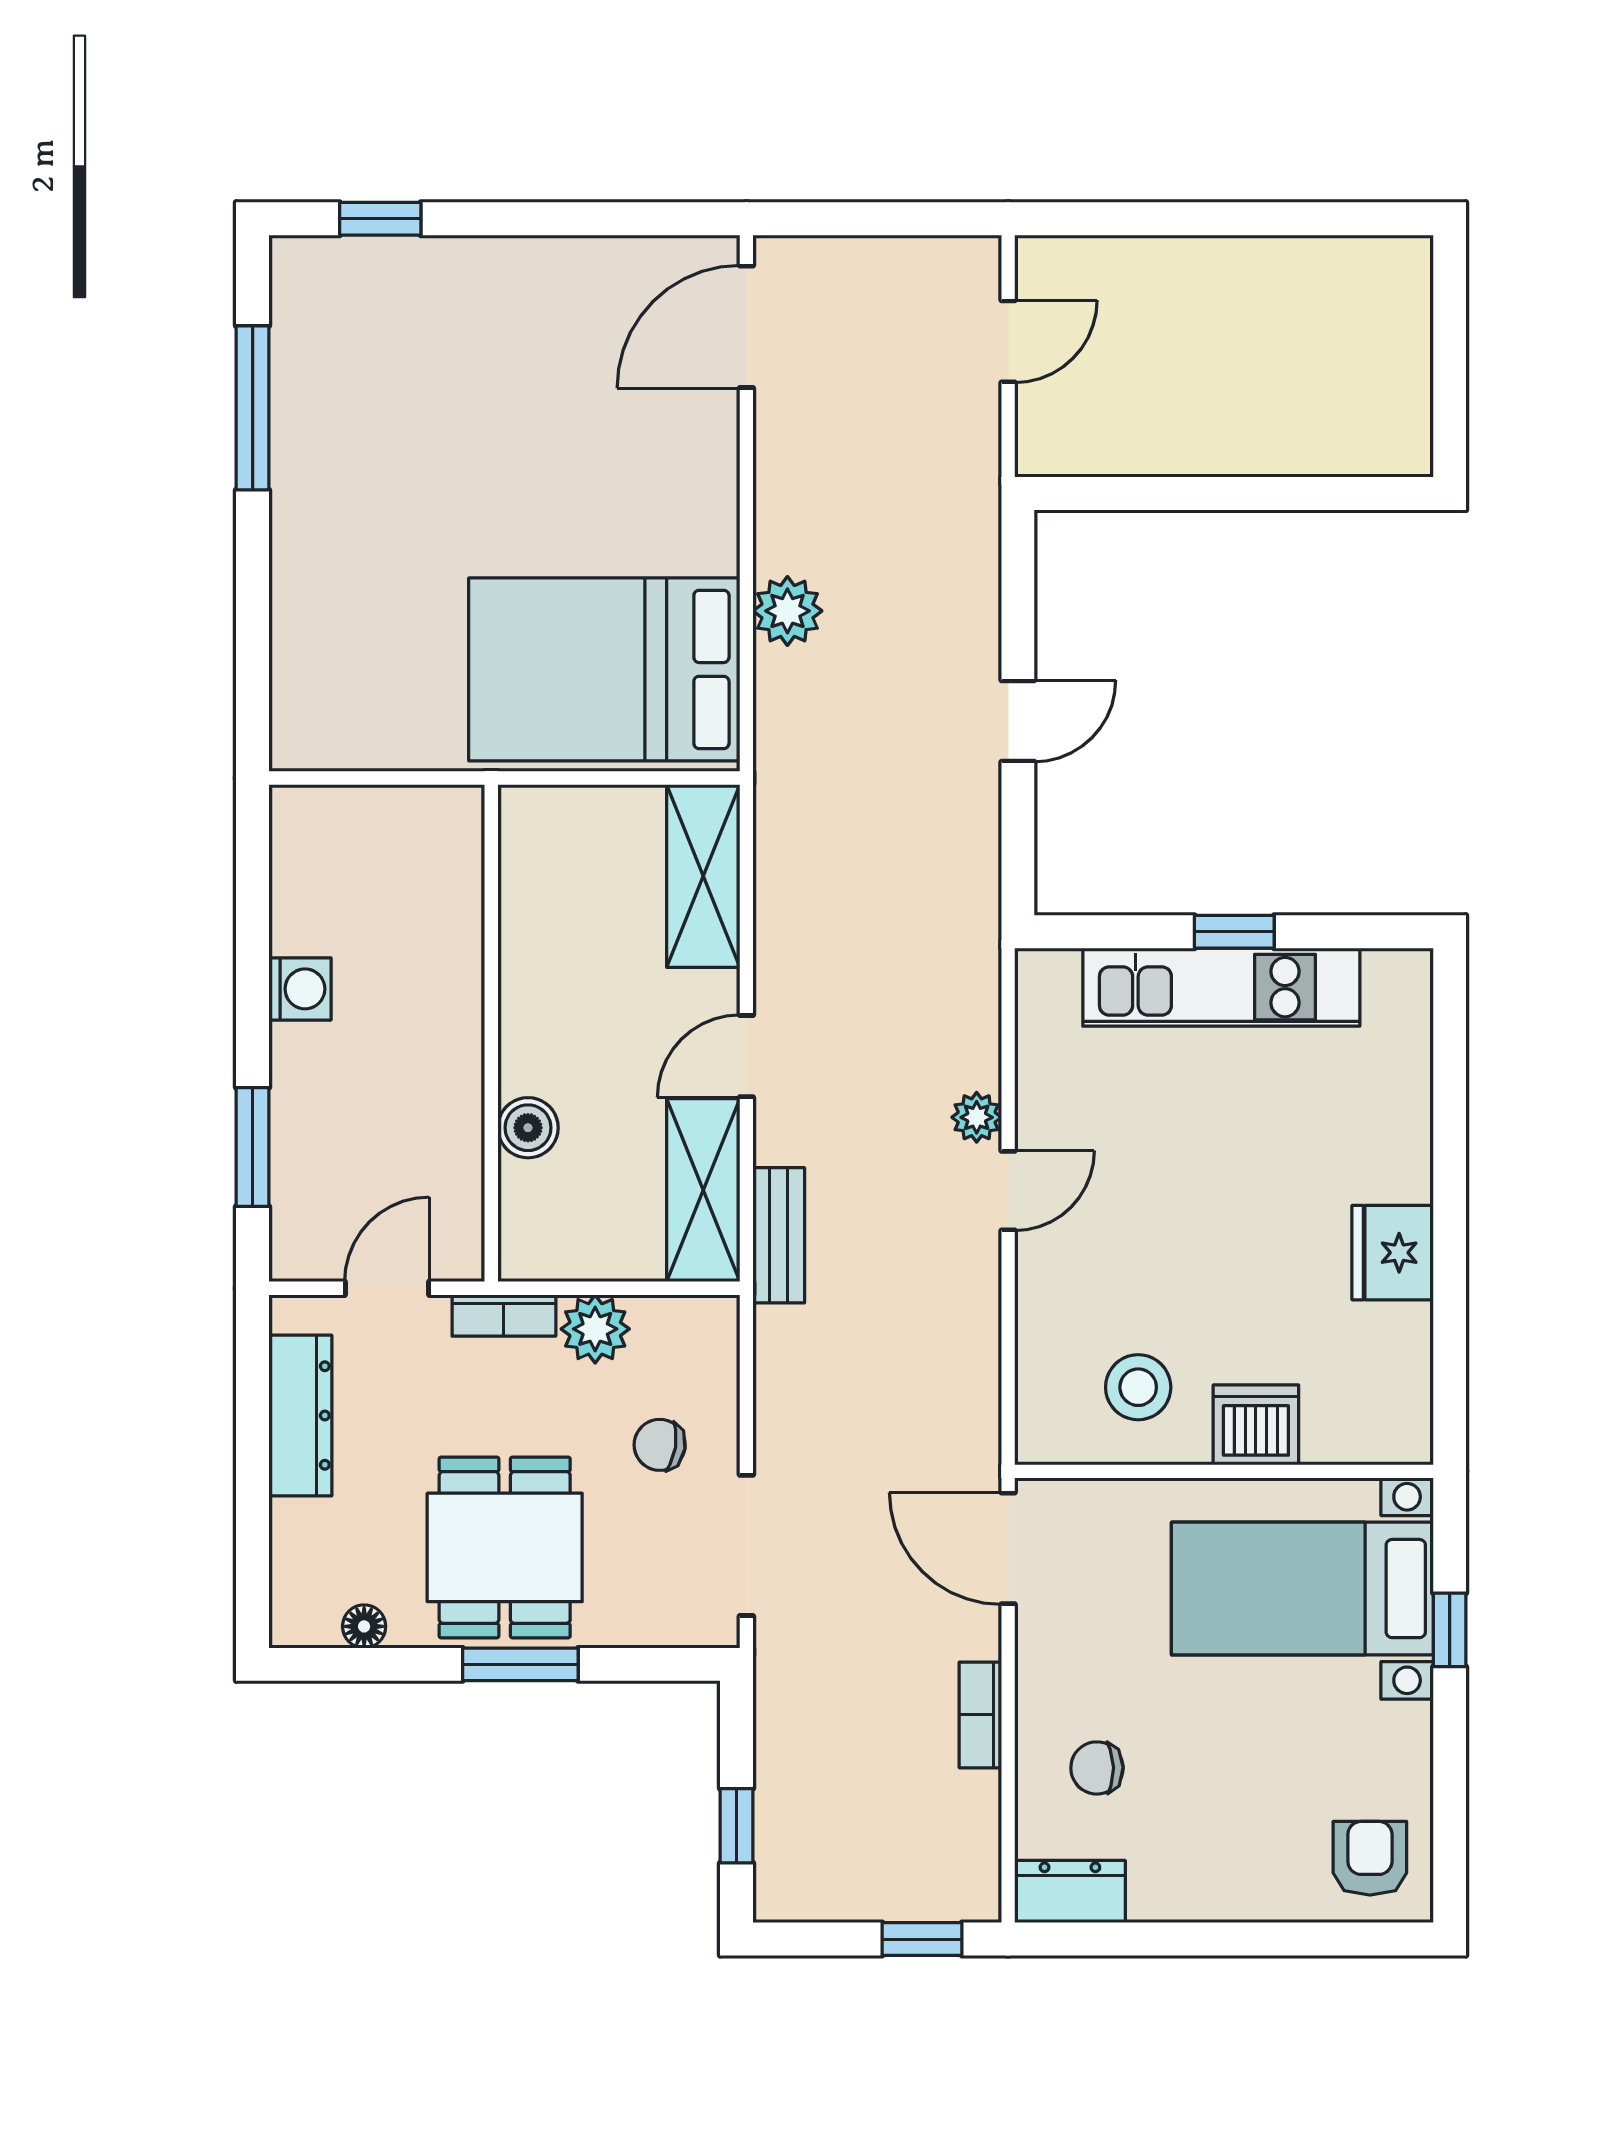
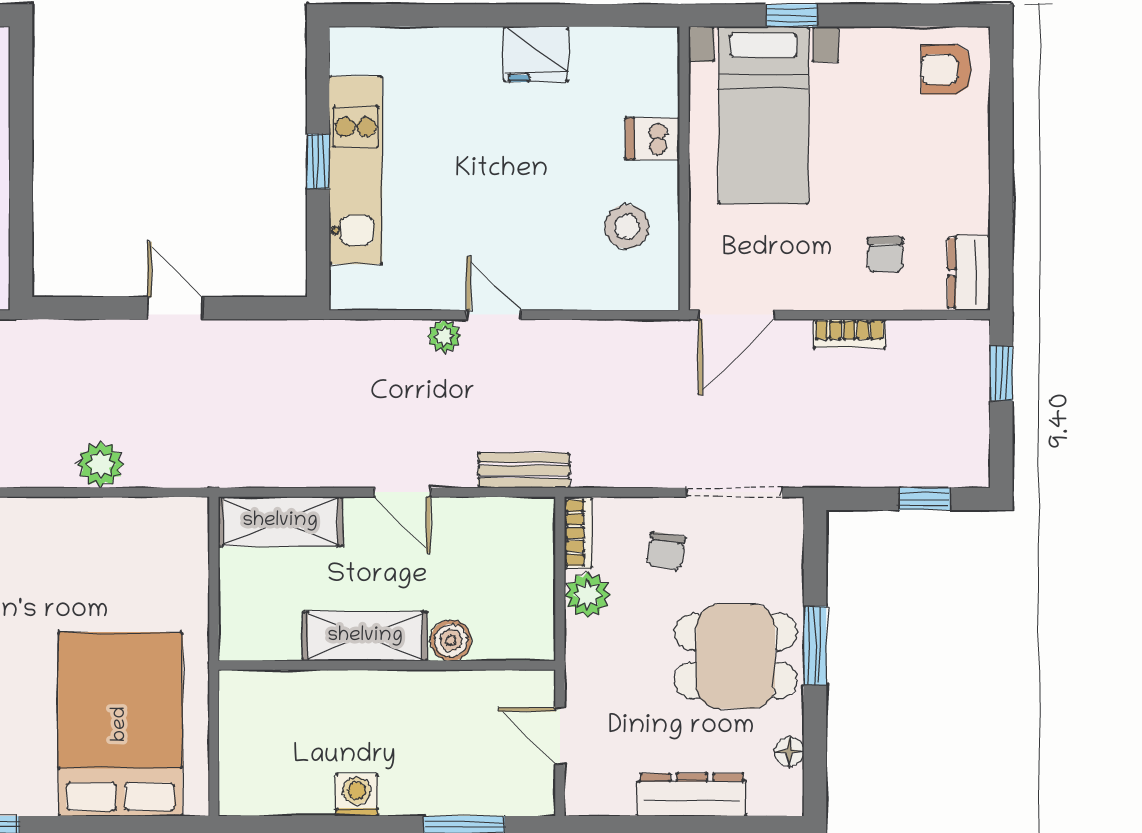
bed: (604, 669) -> (120, 724), moved, turned 180
shelving: (703, 1190) -> (365, 636), moved
bookcase: (504, 1316) -> (578, 533), moved
dresser: (300, 1416) -> (692, 795), moved
dishwasher: (1256, 1425) -> (653, 139), width x0.73

